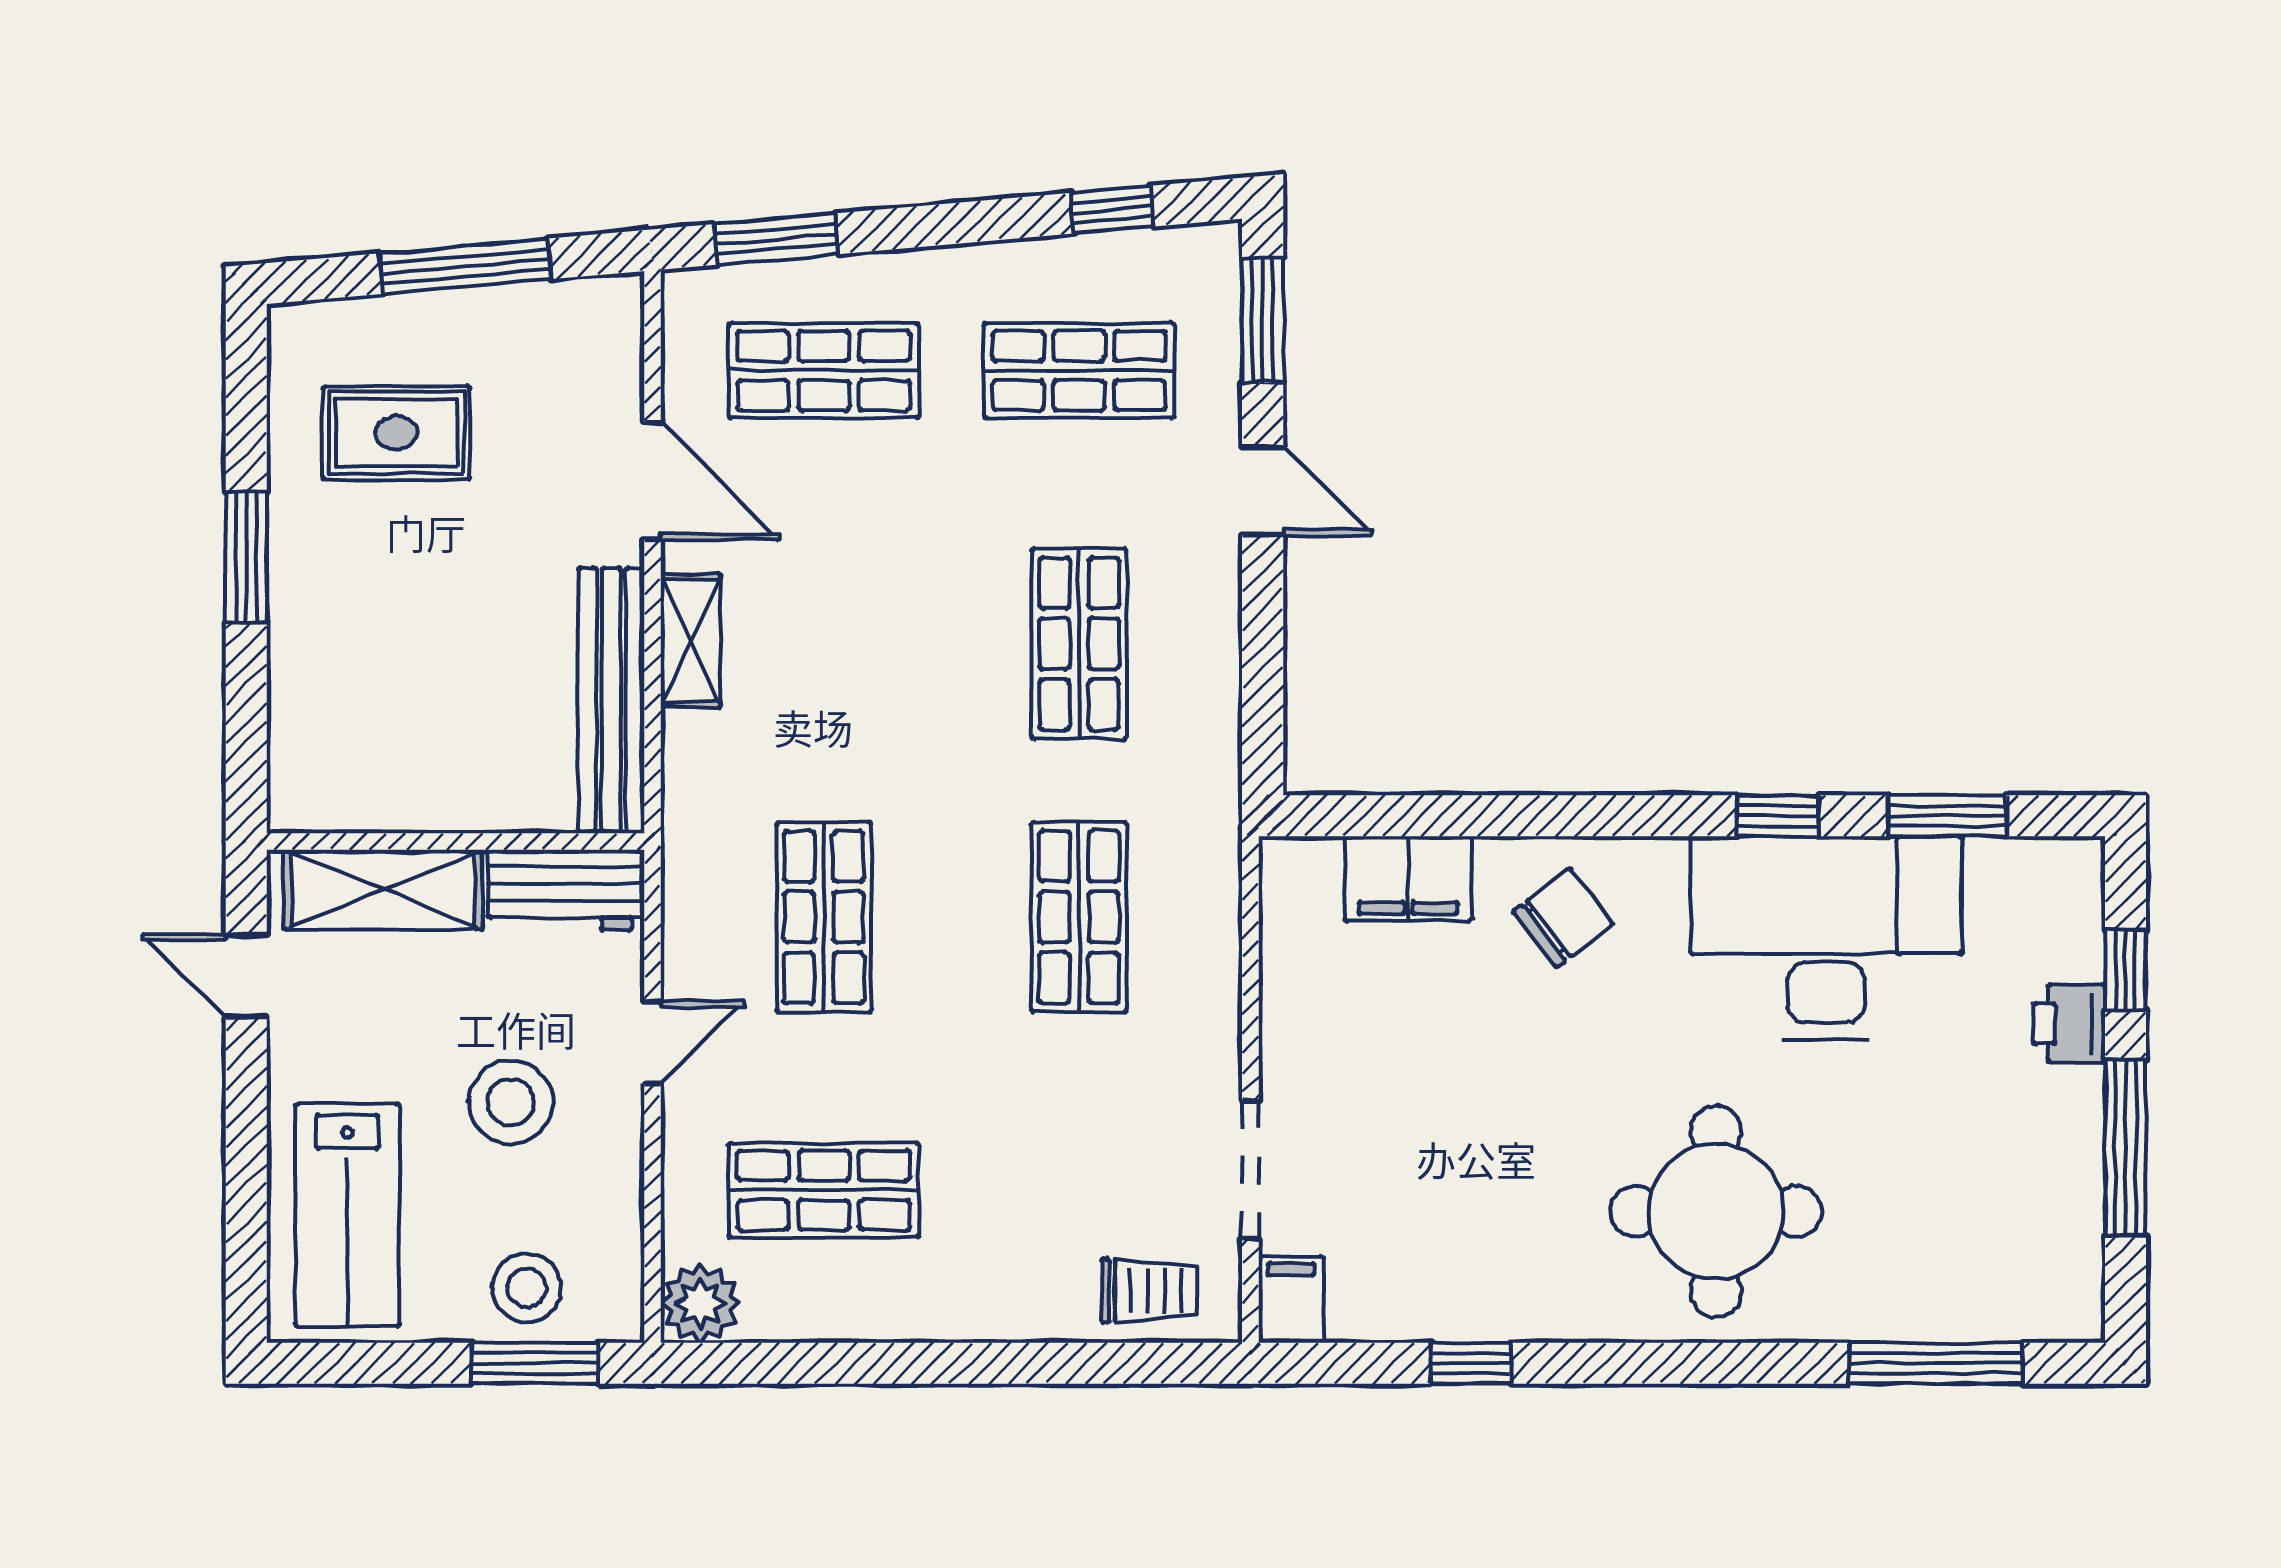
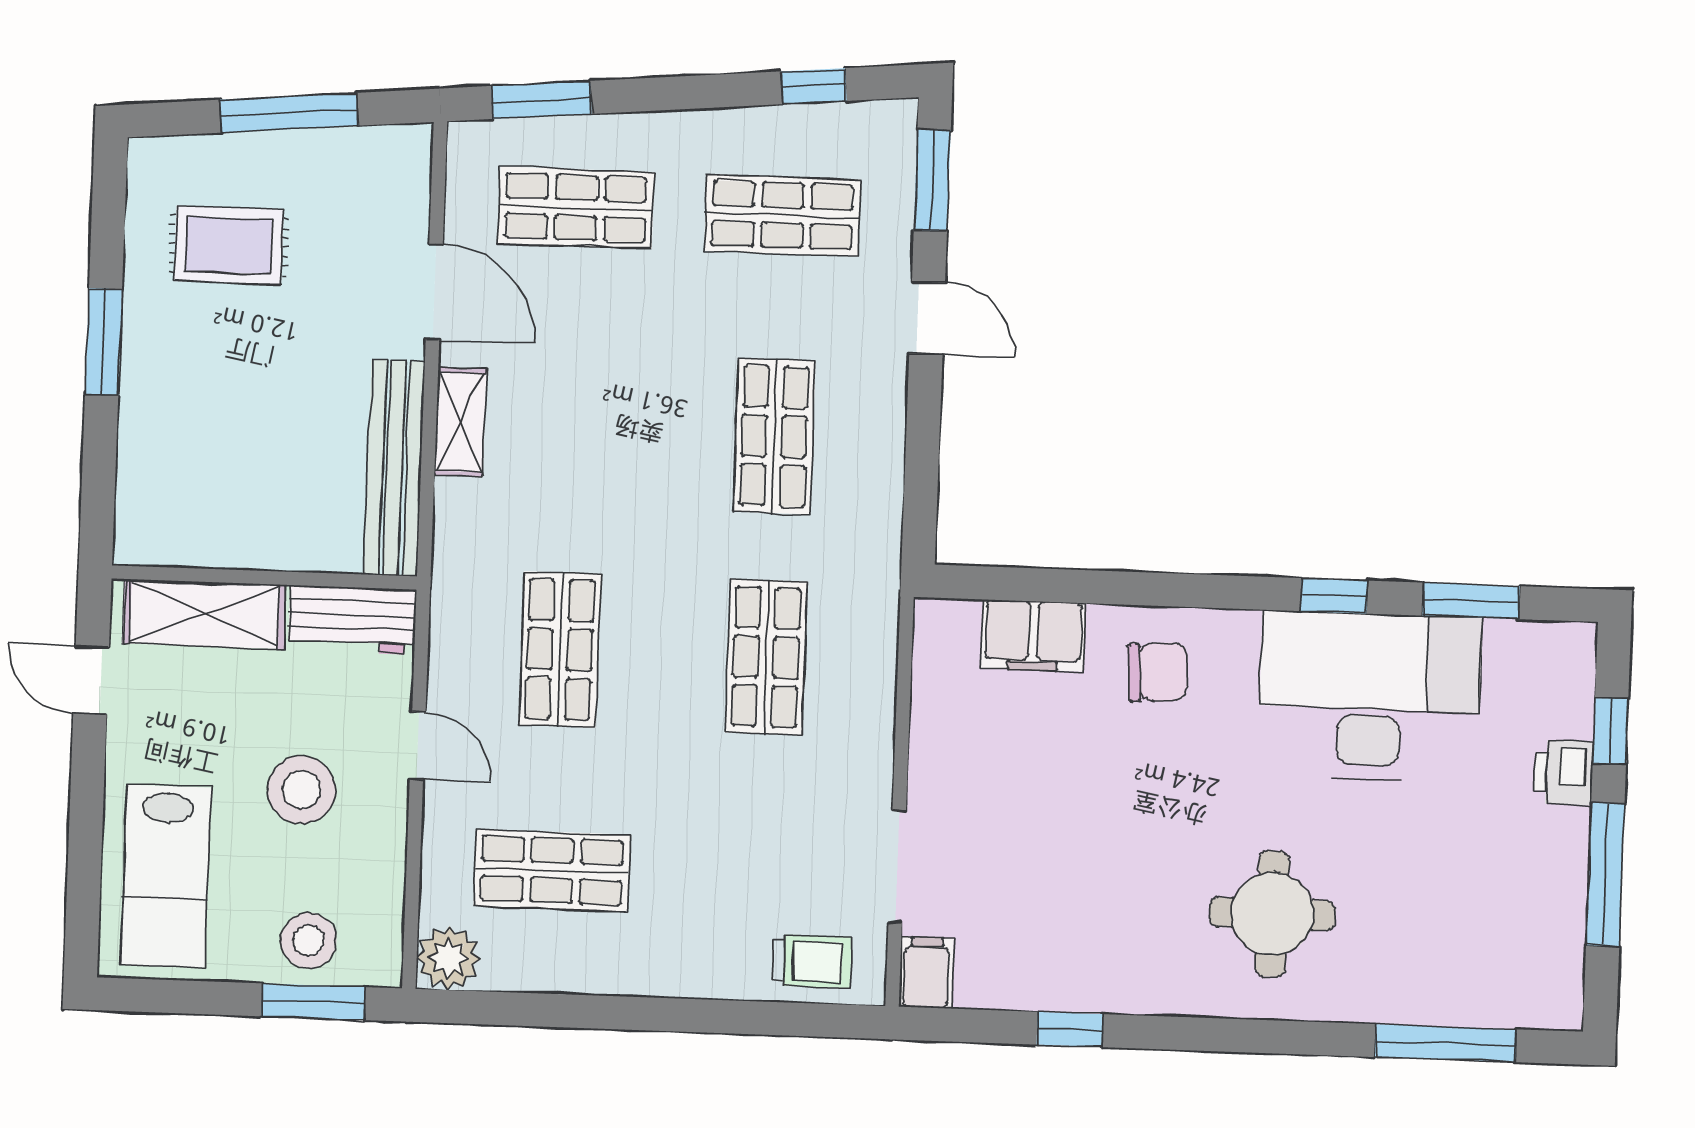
chair: (1563, 918) -> (1157, 672), turned 34
door: (653, 1042) -> (418, 746), hinge flipped
round table: (1716, 1212) -> (1272, 914), width x0.73, depth x0.73

